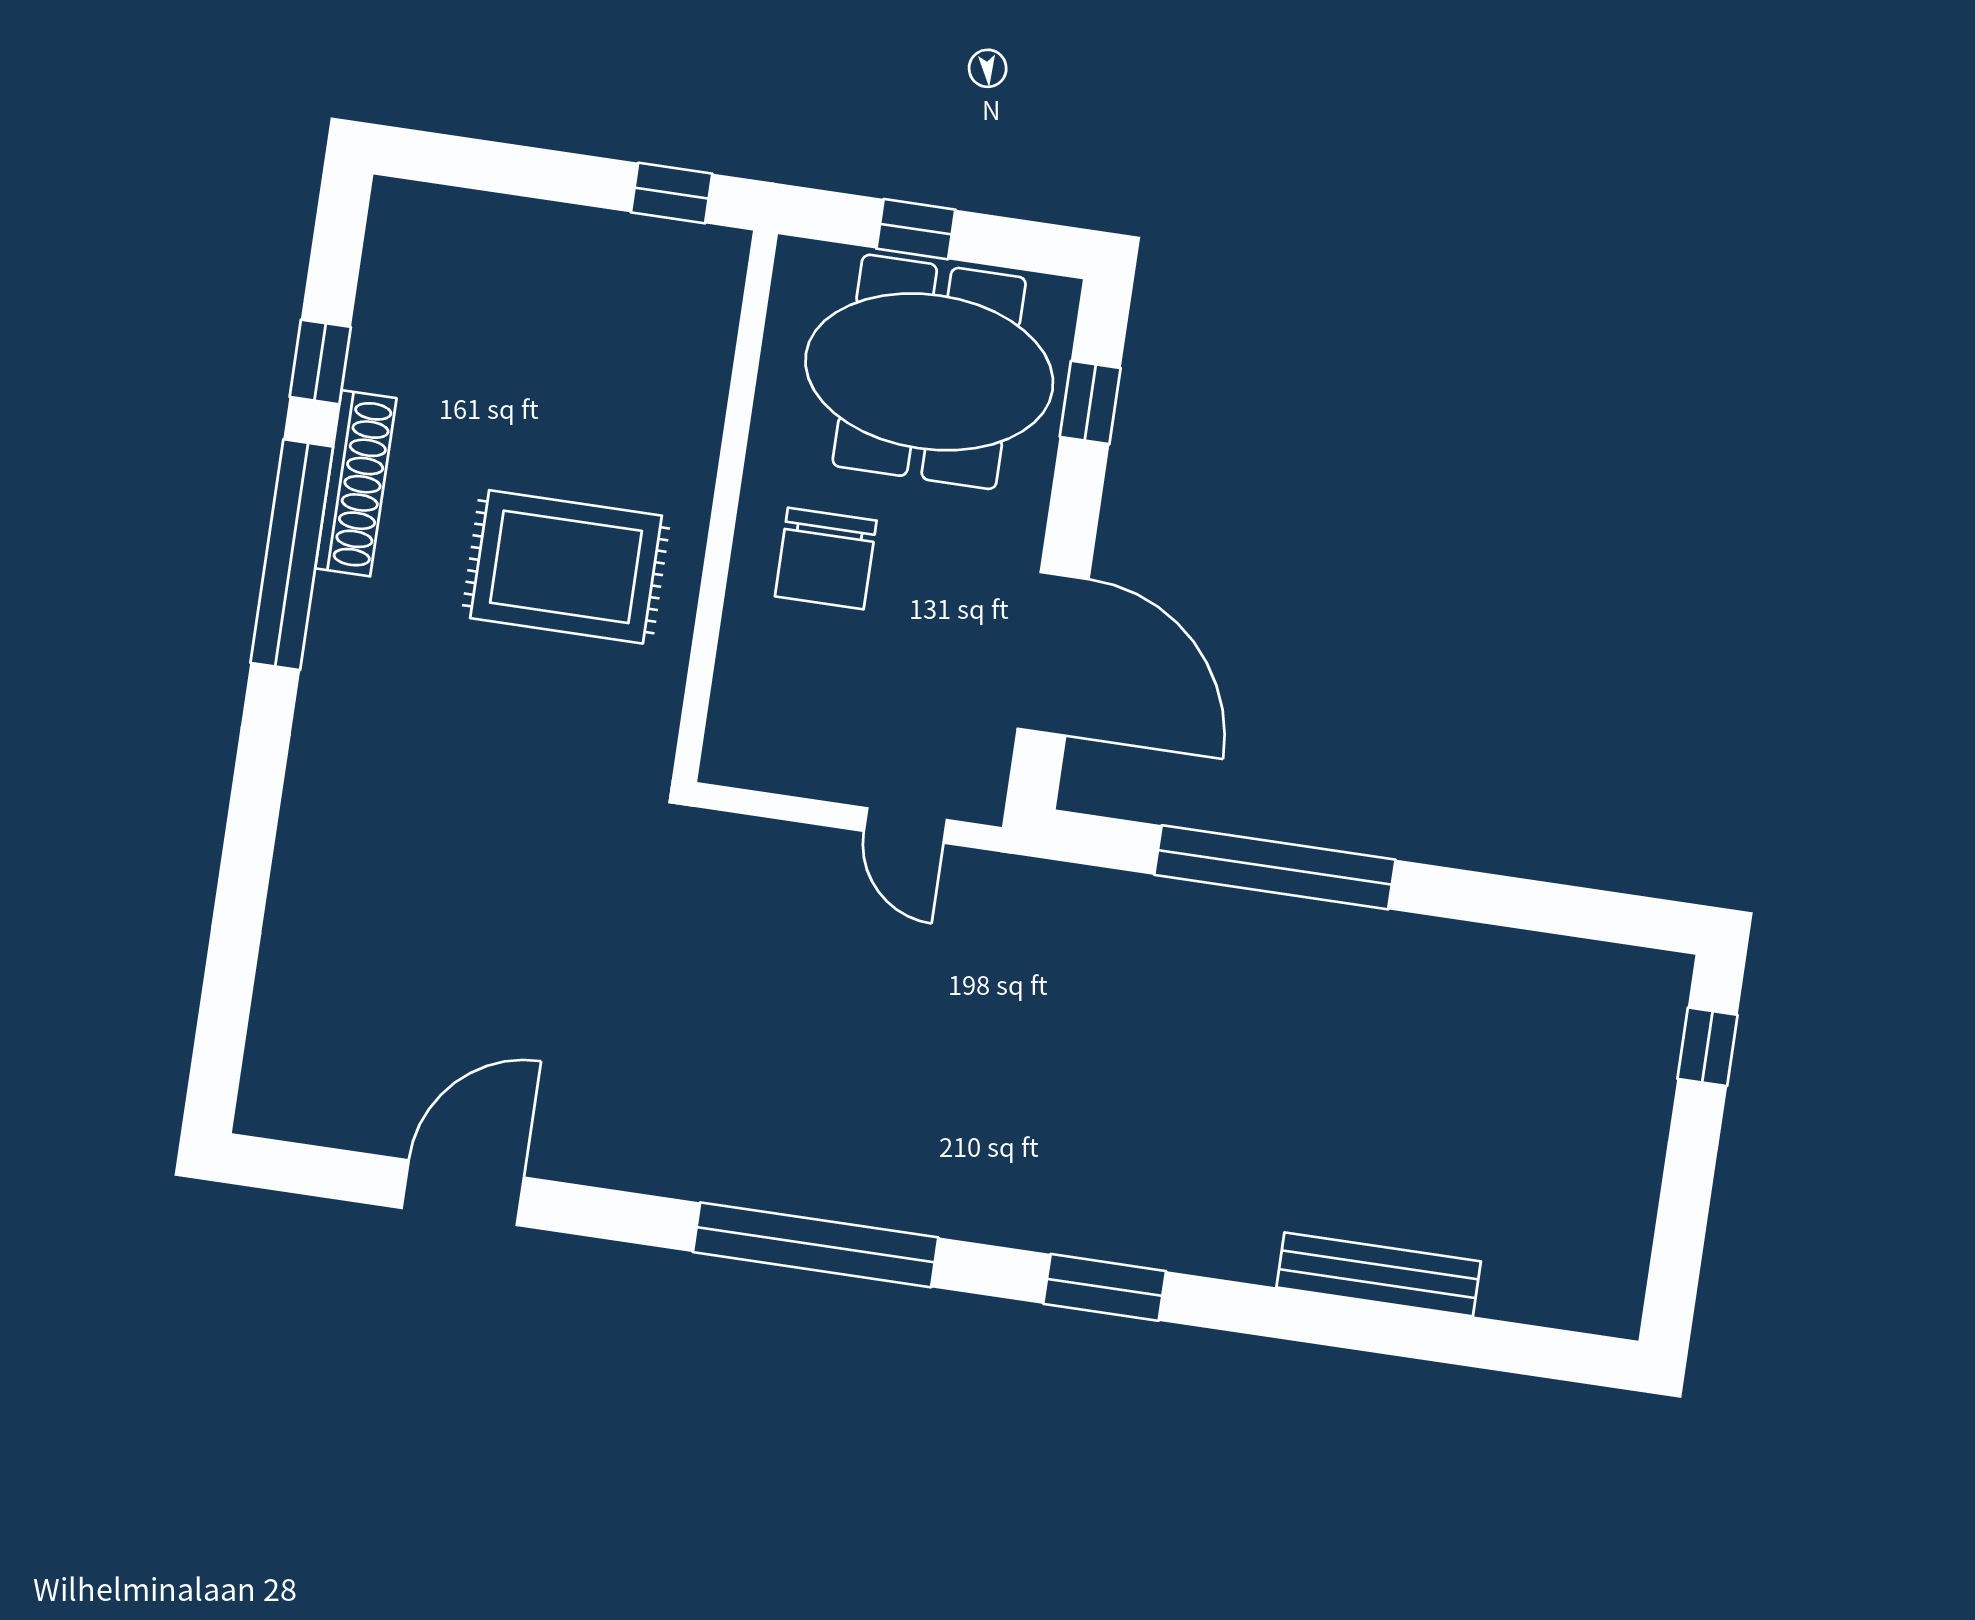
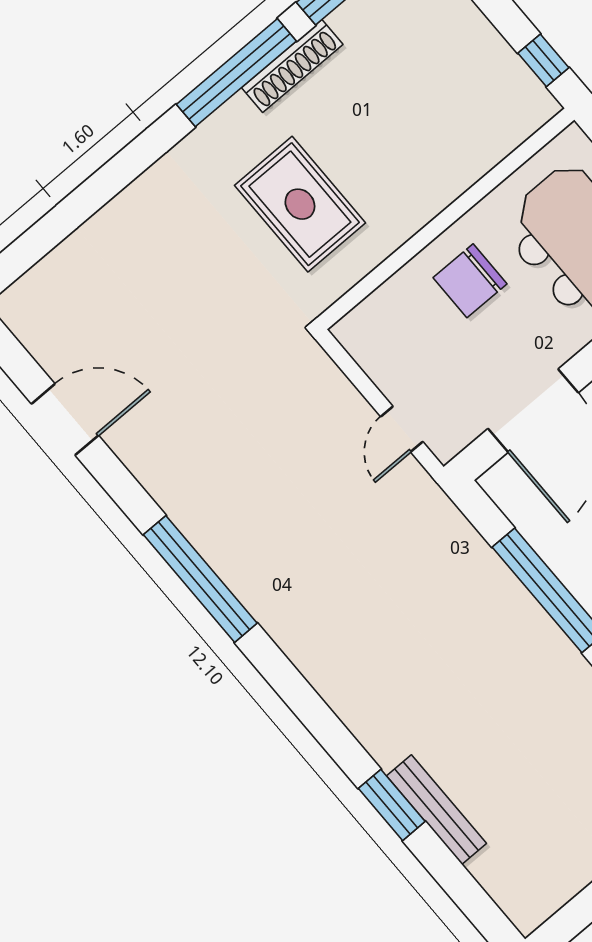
rug: (566, 567) -> (300, 204), moved
window: (1105, 1287) -> (392, 805), moved

